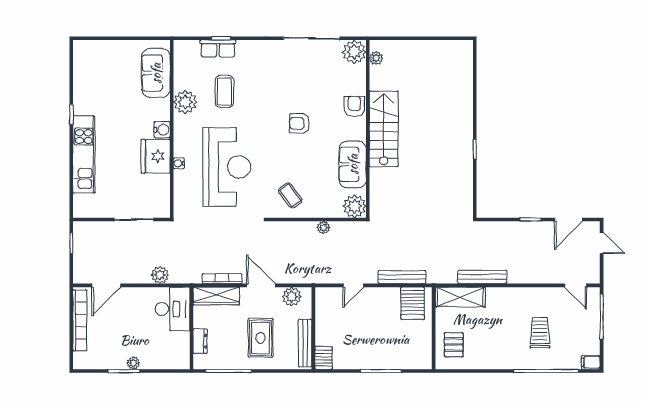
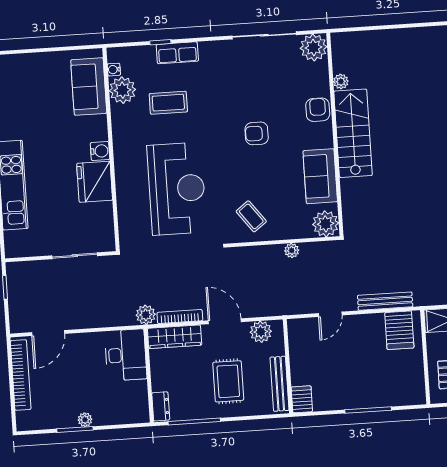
row of seats: (218, 48) -> (177, 53), moved
plant: (376, 58) -> (341, 81), moved
coffee table: (224, 92) -> (168, 103), turned 90
plant: (185, 102) -> (122, 90), moved
water cooler: (179, 163) -> (114, 70), moved
plant: (160, 275) -> (146, 315), moved
dresser: (200, 341) -> (161, 406), moved

